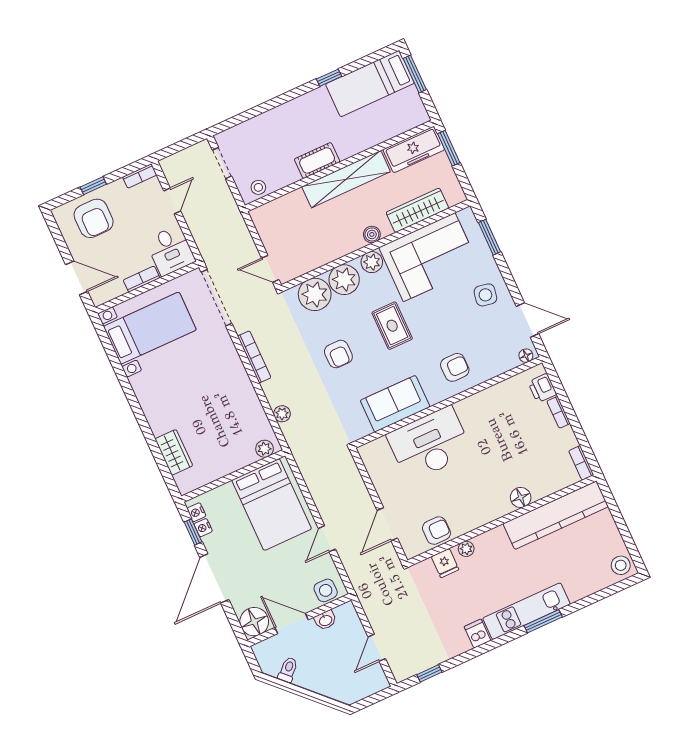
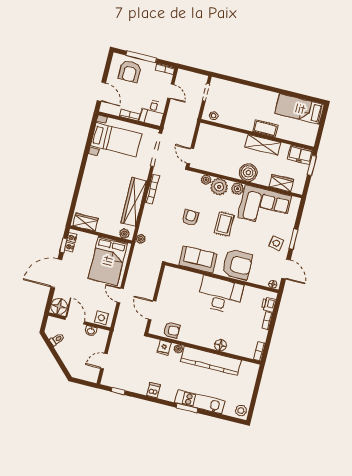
window: (415, 74) -> (323, 121), removed
window: (329, 78) -> (283, 92), removed
freezer: (414, 149) -> (300, 155), width x0.71
cot: (317, 160) -> (265, 128), moved
shelving: (346, 179) -> (263, 145), width x0.68
window: (93, 186) -> (141, 57), width x2.17
door: (172, 201) -> (171, 91), hinge flipped
wardrobe: (417, 210) -> (281, 183), width x0.67
boiler: (372, 234) -> (248, 173), width x1.86, depth x1.86
window: (489, 237) -> (293, 239), moved
plant: (315, 294) -> (206, 180), width x0.53, depth x0.53
armchair: (338, 354) -> (190, 218), turned 180
armchair: (455, 367) -> (237, 265), width x1.88, depth x1.88
wardrobe: (243, 394) -> (134, 202), added
plant: (282, 414) -> (141, 239), moved
desk: (430, 444) -> (220, 295), moved
wardrobe: (174, 452) -> (85, 222), moved, turned -90
kitchen counter: (556, 515) -> (211, 361), moved
door: (387, 524) -> (152, 310), hinge flipped
door: (327, 539) -> (120, 295), hinge flipped
kitchen unit: (526, 611) -> (200, 402), moved

